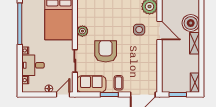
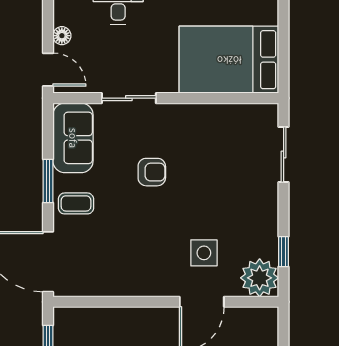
plant: (82, 31) -> (200, 116), removed
armchair: (106, 51) -> (152, 172), width x0.53, depth x0.53

